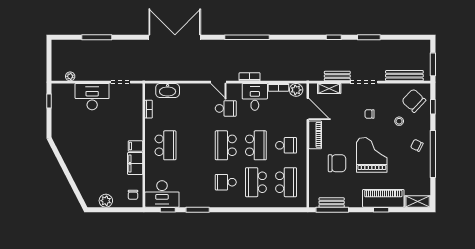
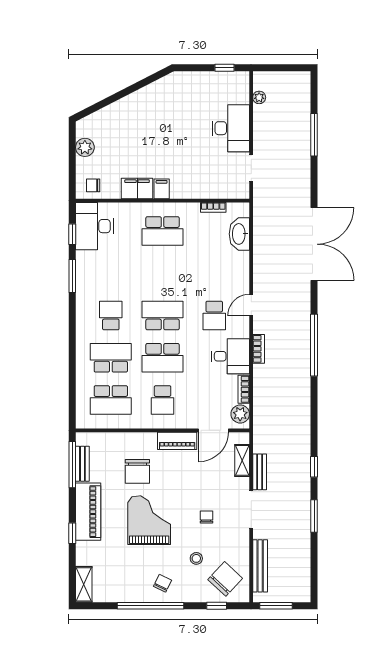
grand piano: (372, 155) -> (149, 520), turned -90
piano: (383, 198) -> (88, 512), moved

